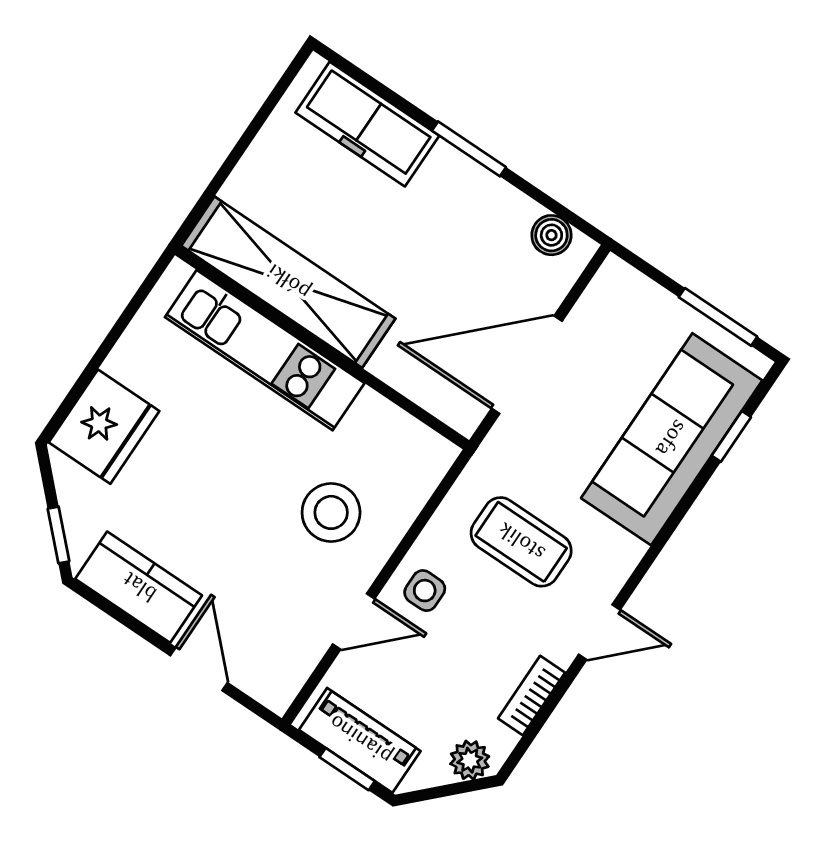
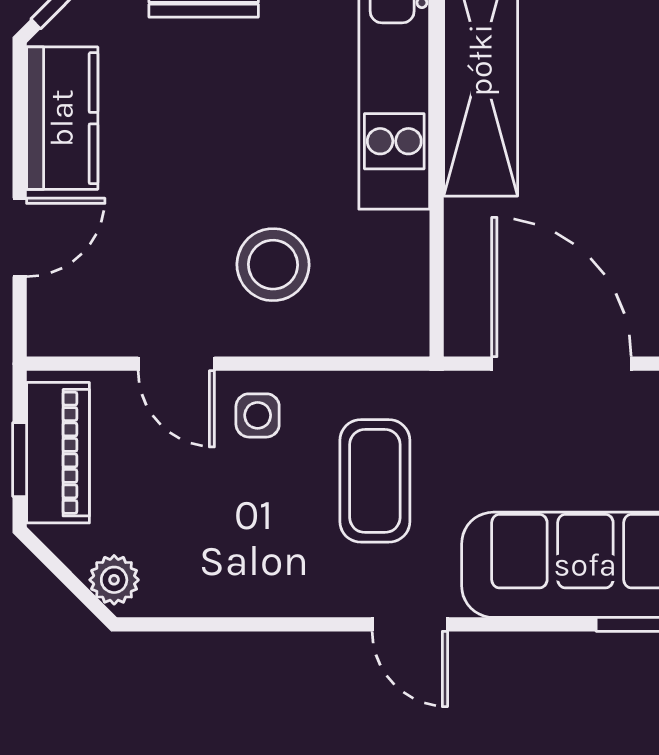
door: (599, 632) -> (410, 624), moved
bookcase: (532, 696) -> (224, 599), removed

